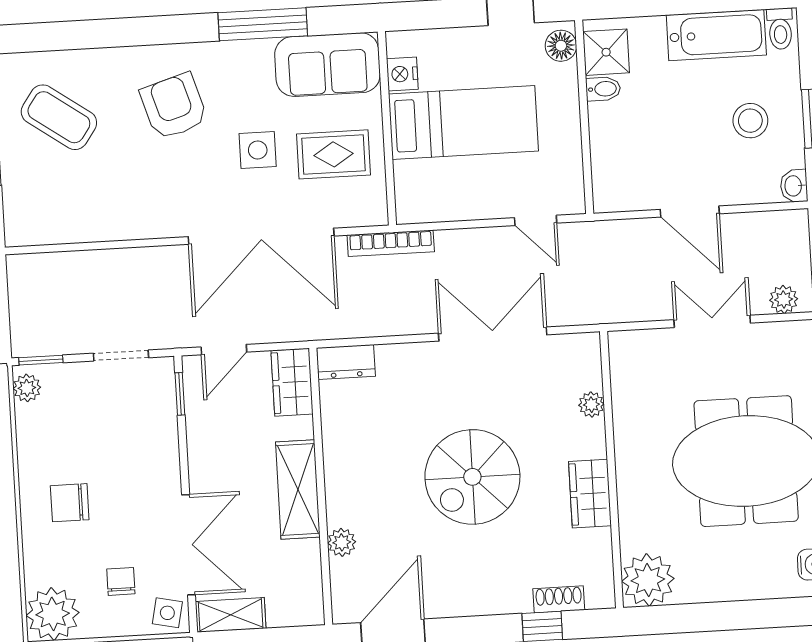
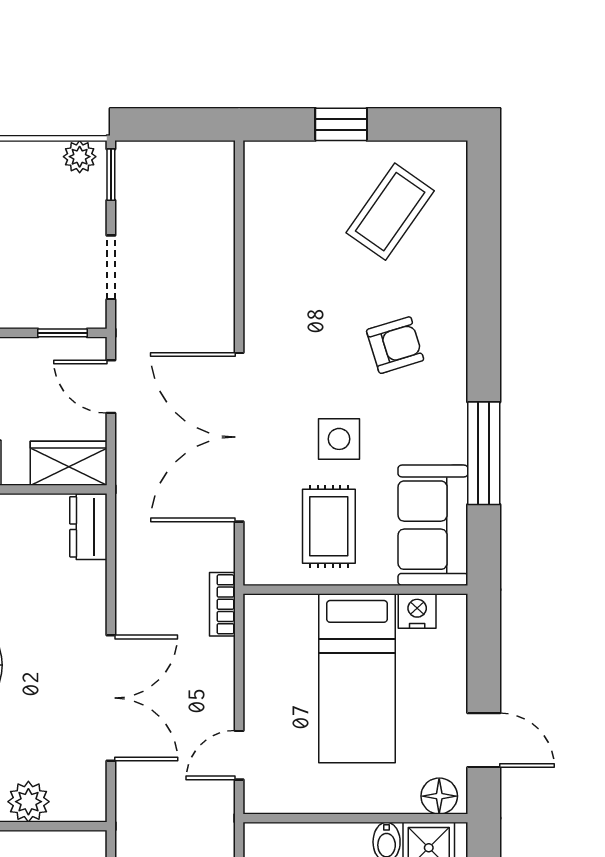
armchair: (174, 106) -> (395, 345), width x0.72, depth x0.72
bookcase: (391, 243) -> (222, 604), width x0.64
plant: (591, 405) -> (28, 802), width x1.38, depth x1.38

